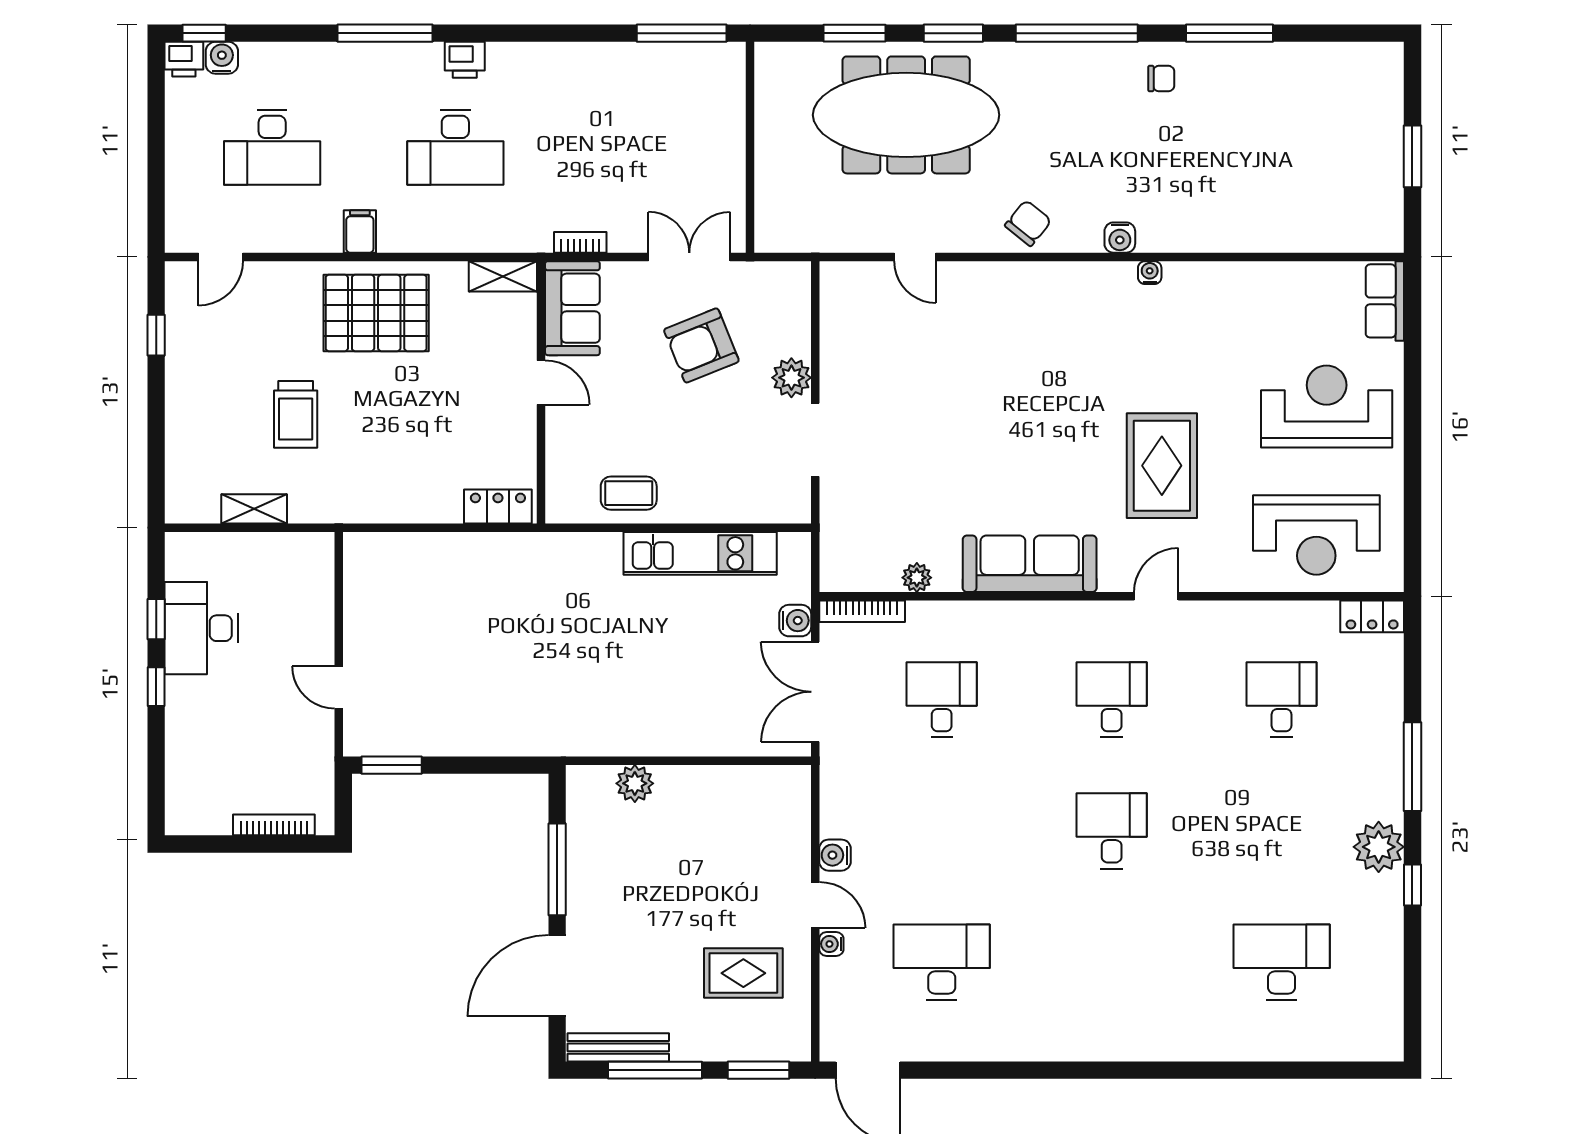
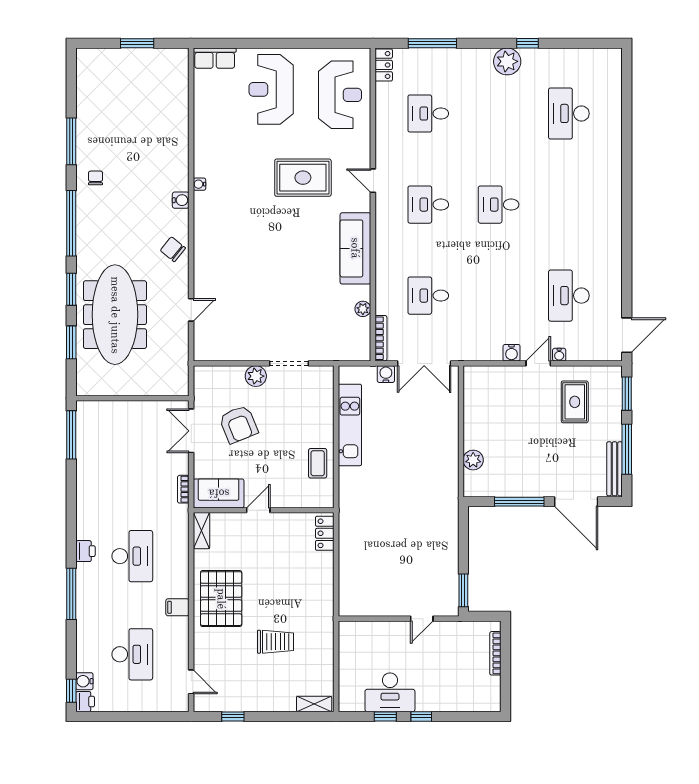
shelving: (254, 509) -> (314, 704), moved, turned 90
window: (1412, 767) -> (432, 43), moved

